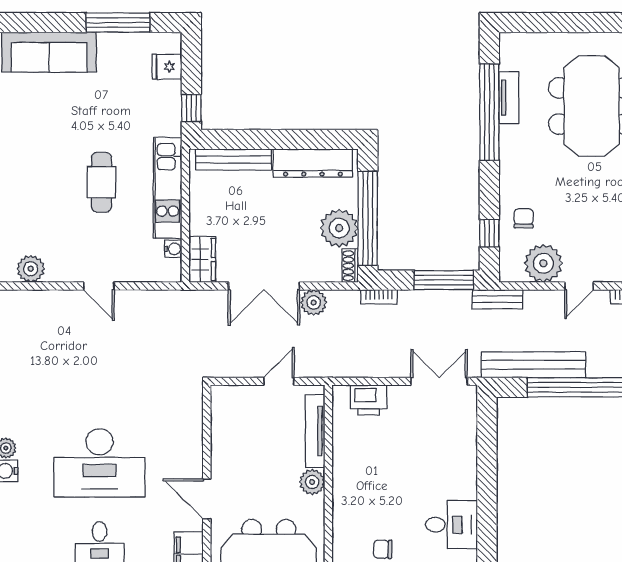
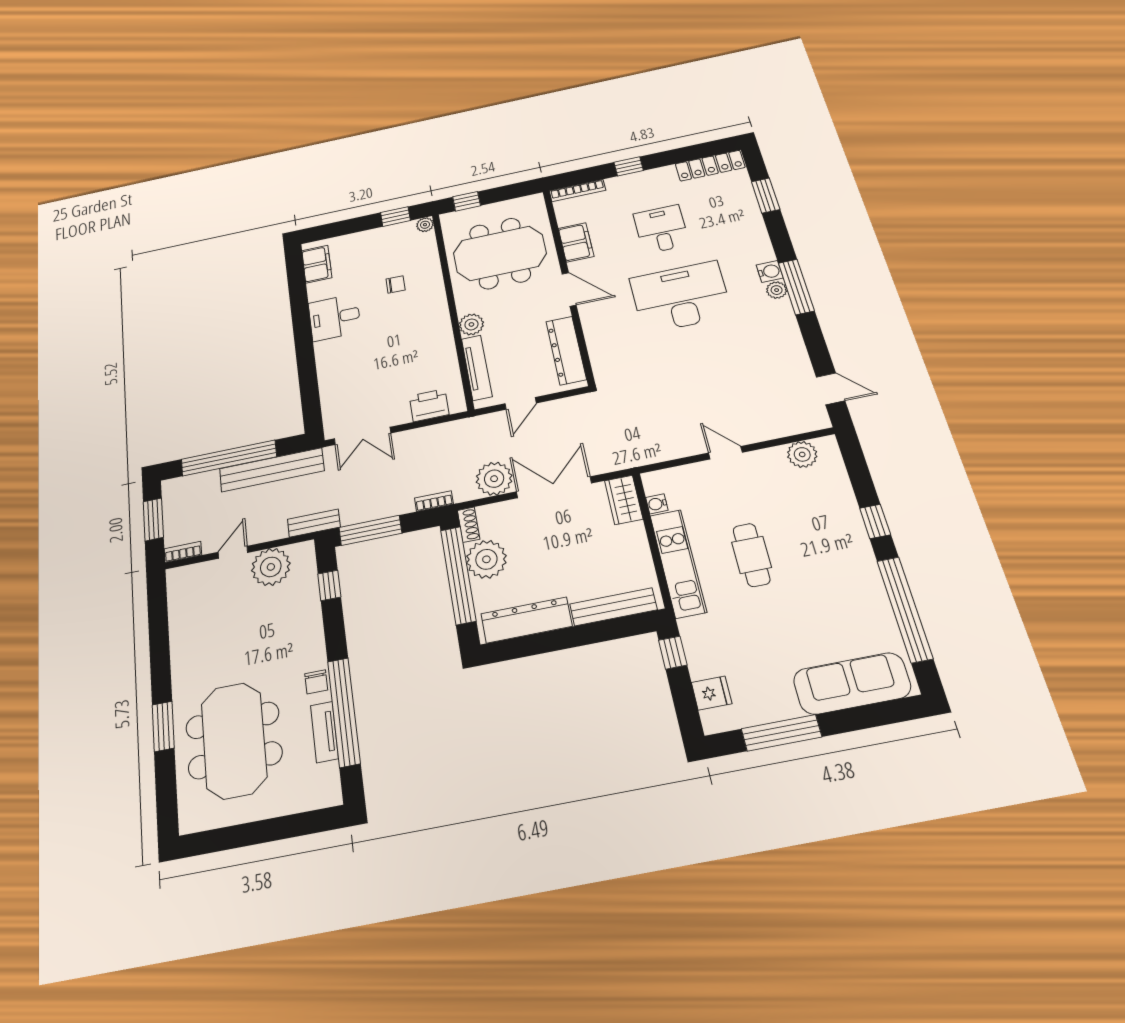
chair: (524, 218) -> (316, 682), moved
plant: (314, 303) -> (494, 479), width x1.36, depth x1.36
dresser: (224, 429) -> (566, 350), added

